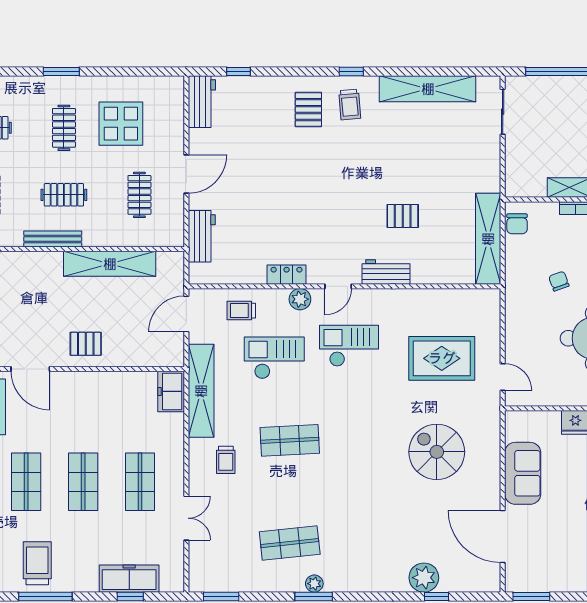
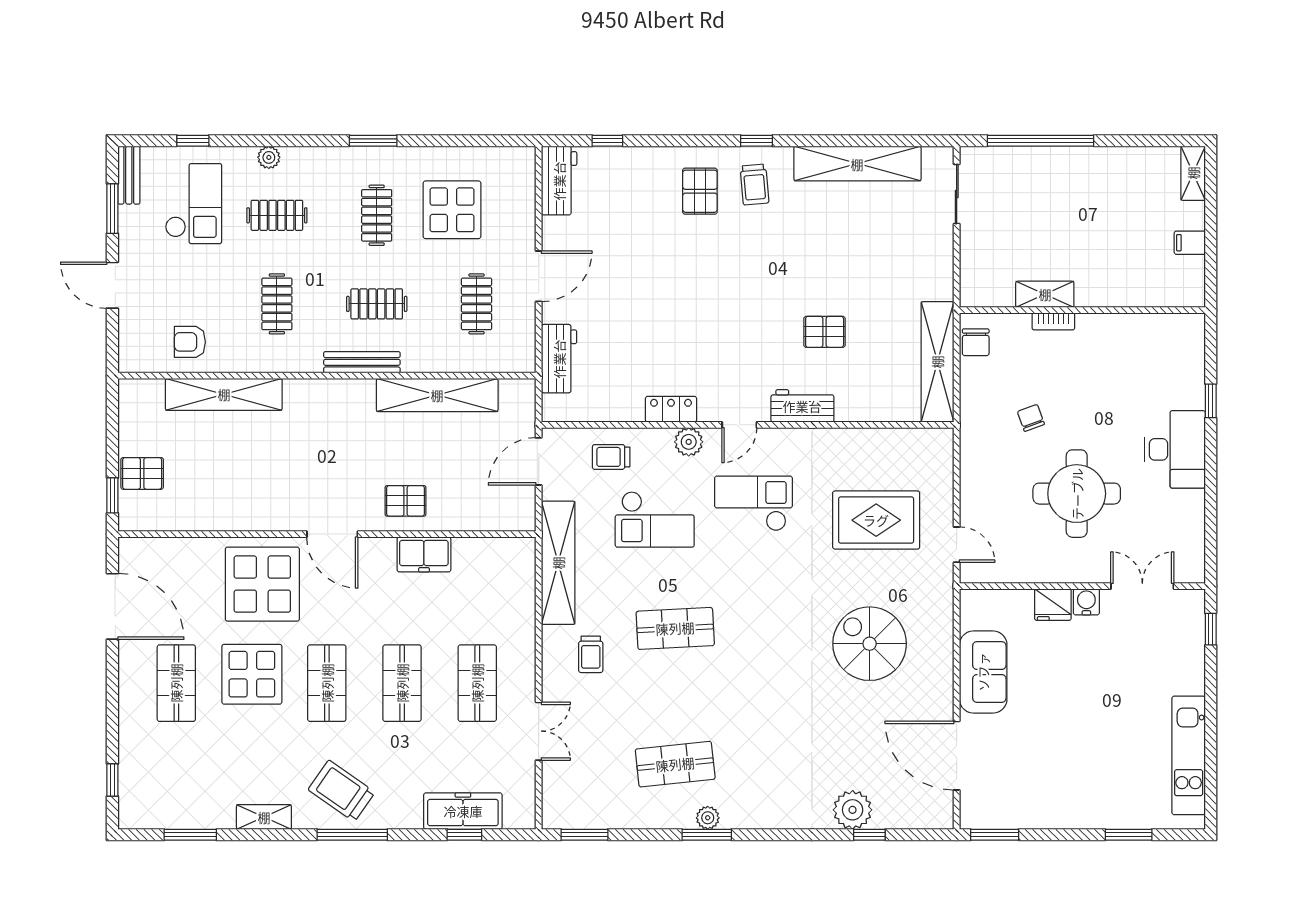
checkout: (274, 358) -> (655, 519), turned 180
freezer: (171, 391) -> (424, 554), moved, turned -90
trolley: (37, 563) -> (342, 791), turned -55

